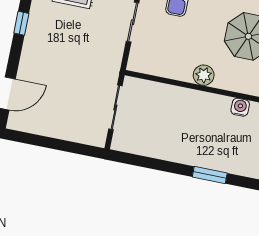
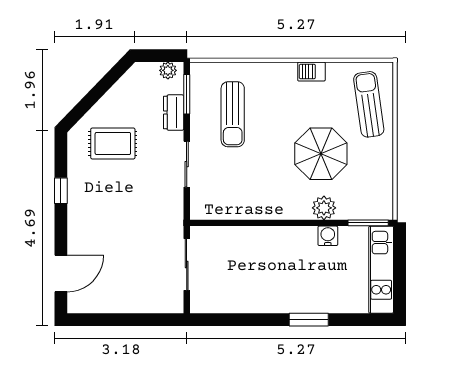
plant: (204, 75) -> (324, 208), moved

